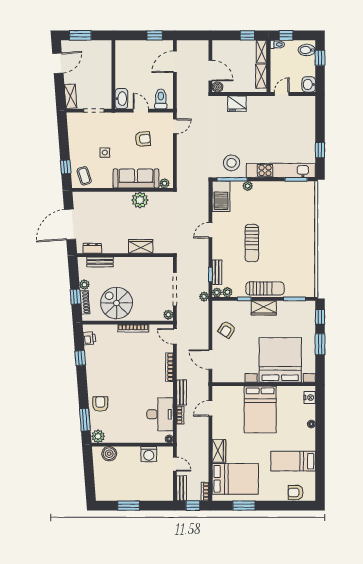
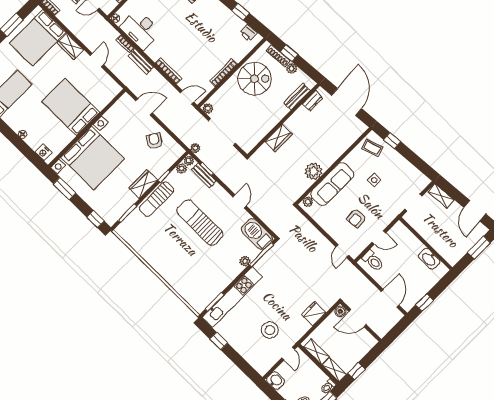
washbasin: (121, 99) -> (429, 259), moved
stool: (232, 163) -> (270, 330), moved
sun lounger: (252, 243) -> (200, 223), width x1.36, depth x1.34
window: (320, 344) -> (65, 188), moved
door: (210, 408) -> (97, 60), moved

